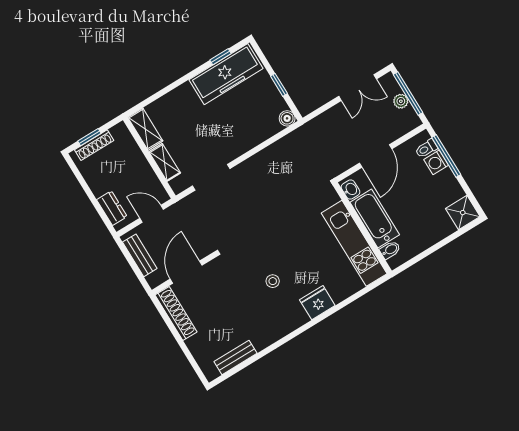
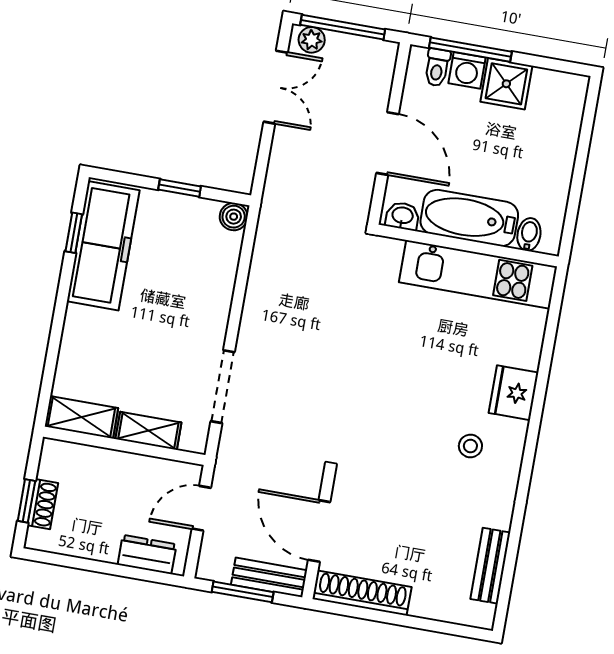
plant: (401, 101) -> (312, 40), moved
shoe rack: (94, 145) -> (43, 504), width x0.70
shower: (463, 213) -> (506, 84), moved
bench: (140, 255) -> (269, 577), moved
window: (132, 263) -> (243, 592), added
stool: (273, 281) -> (470, 446), moved

